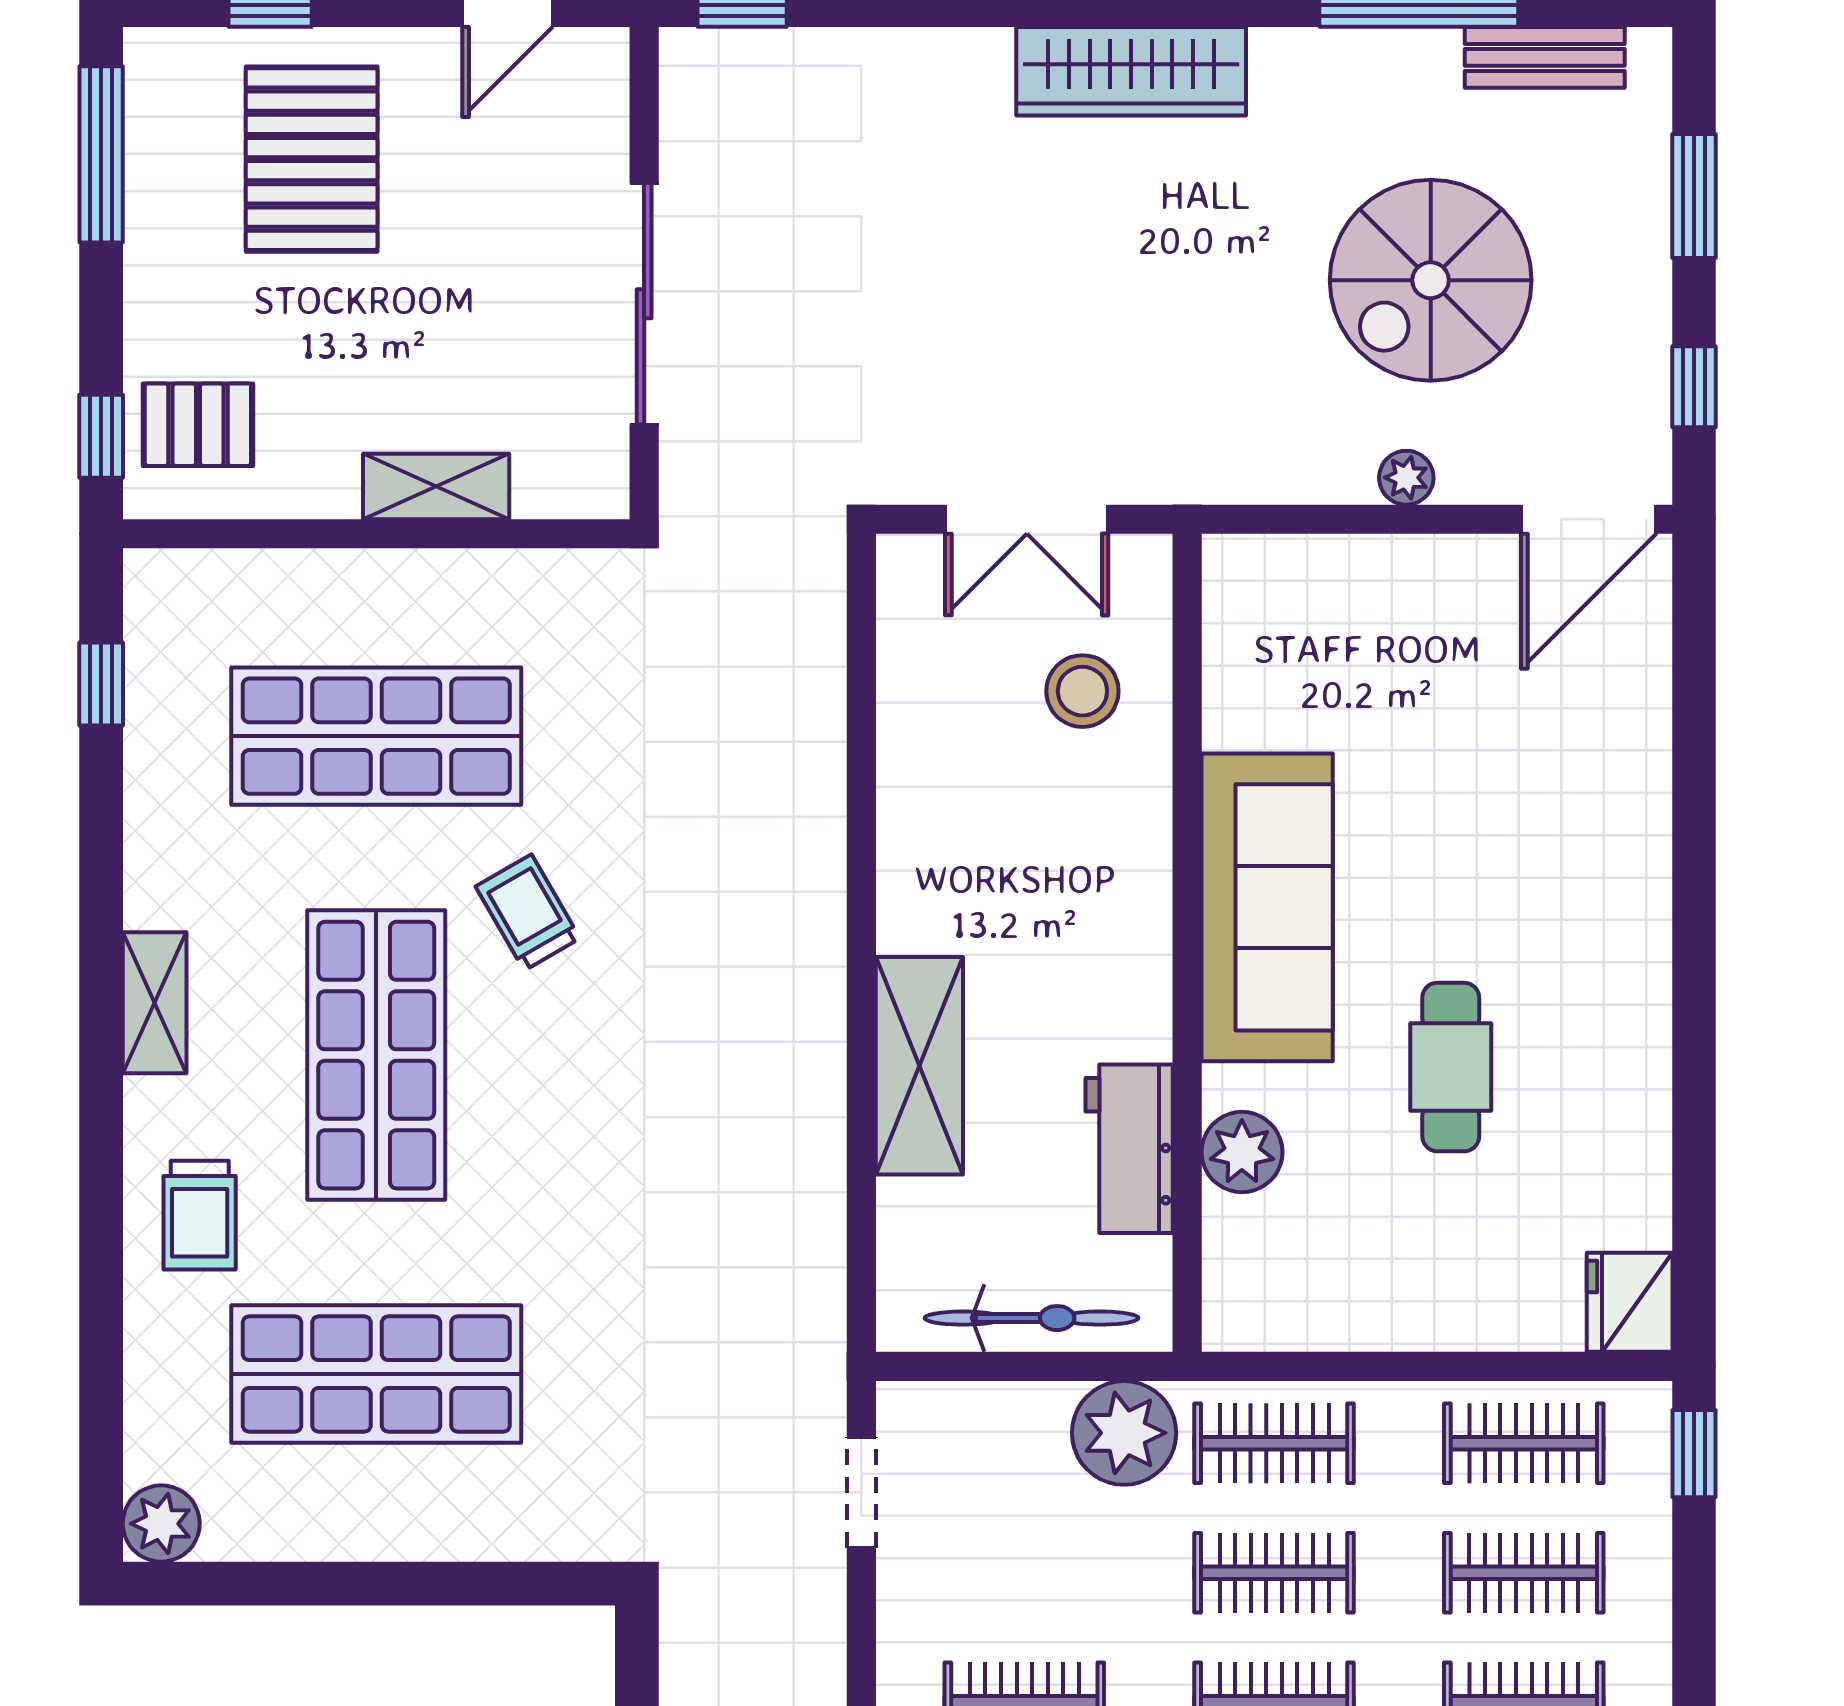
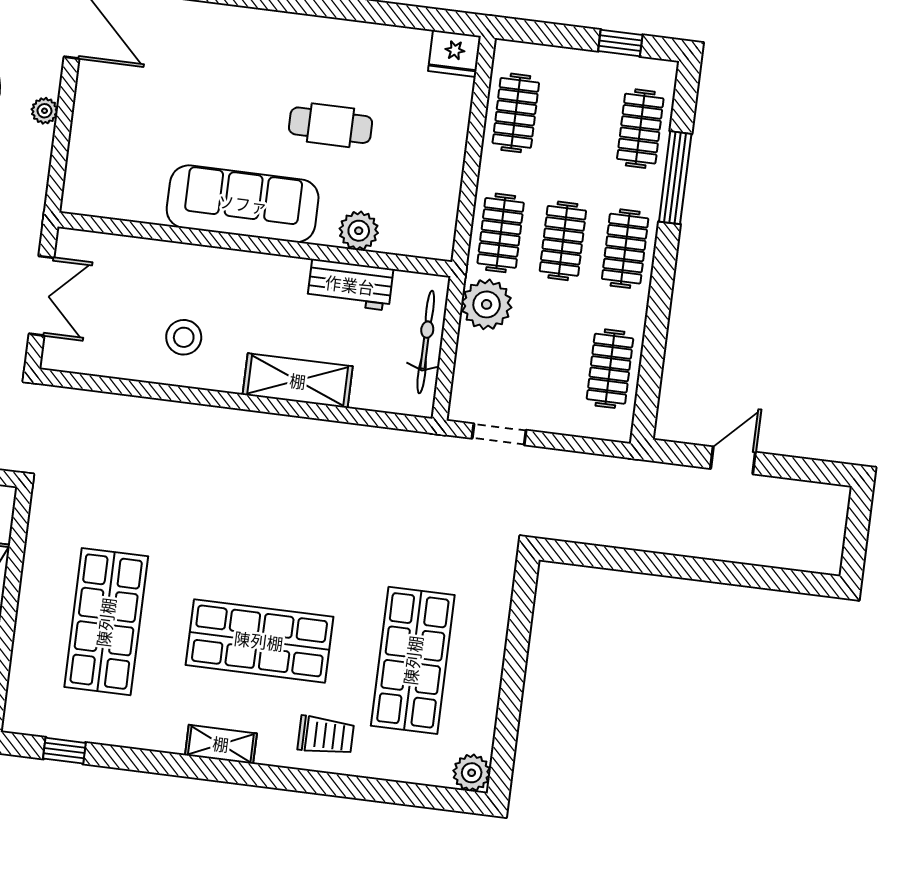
stool: (1082, 691) -> (184, 337), moved
trolley: (528, 912) -> (200, 559), removed
window: (1694, 1454) -> (620, 43), moved
clothes rail: (1524, 1573) -> (578, 121), removed

